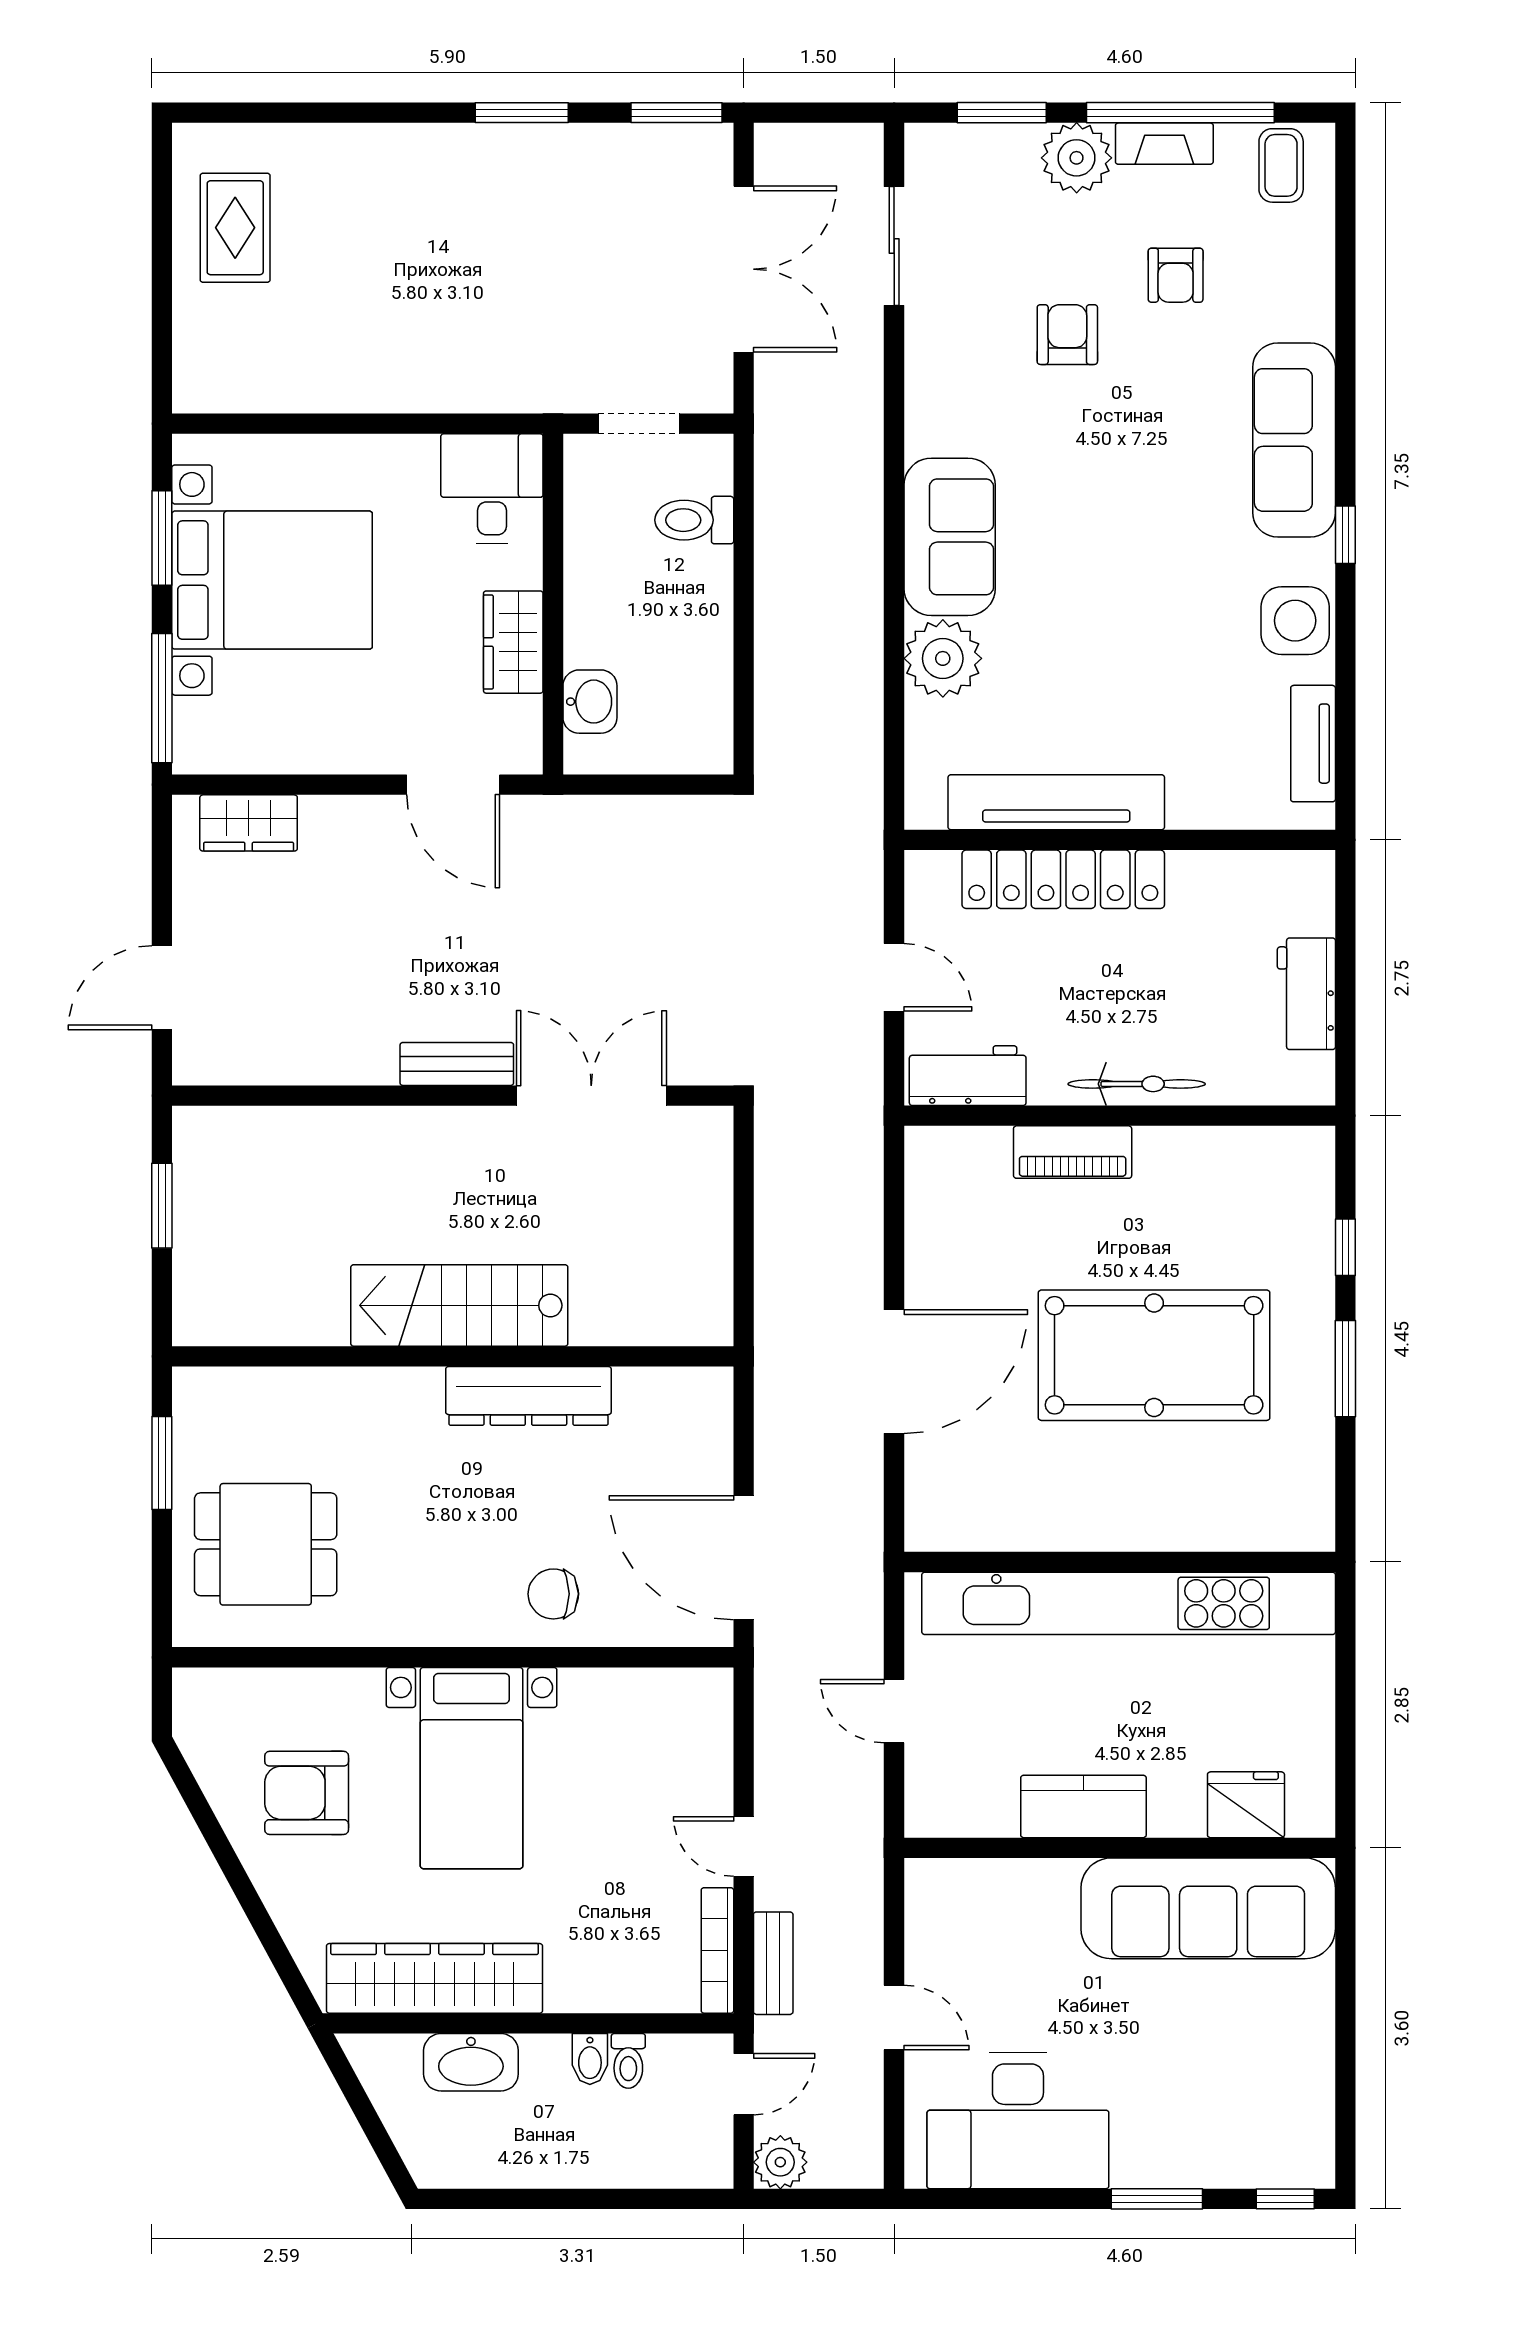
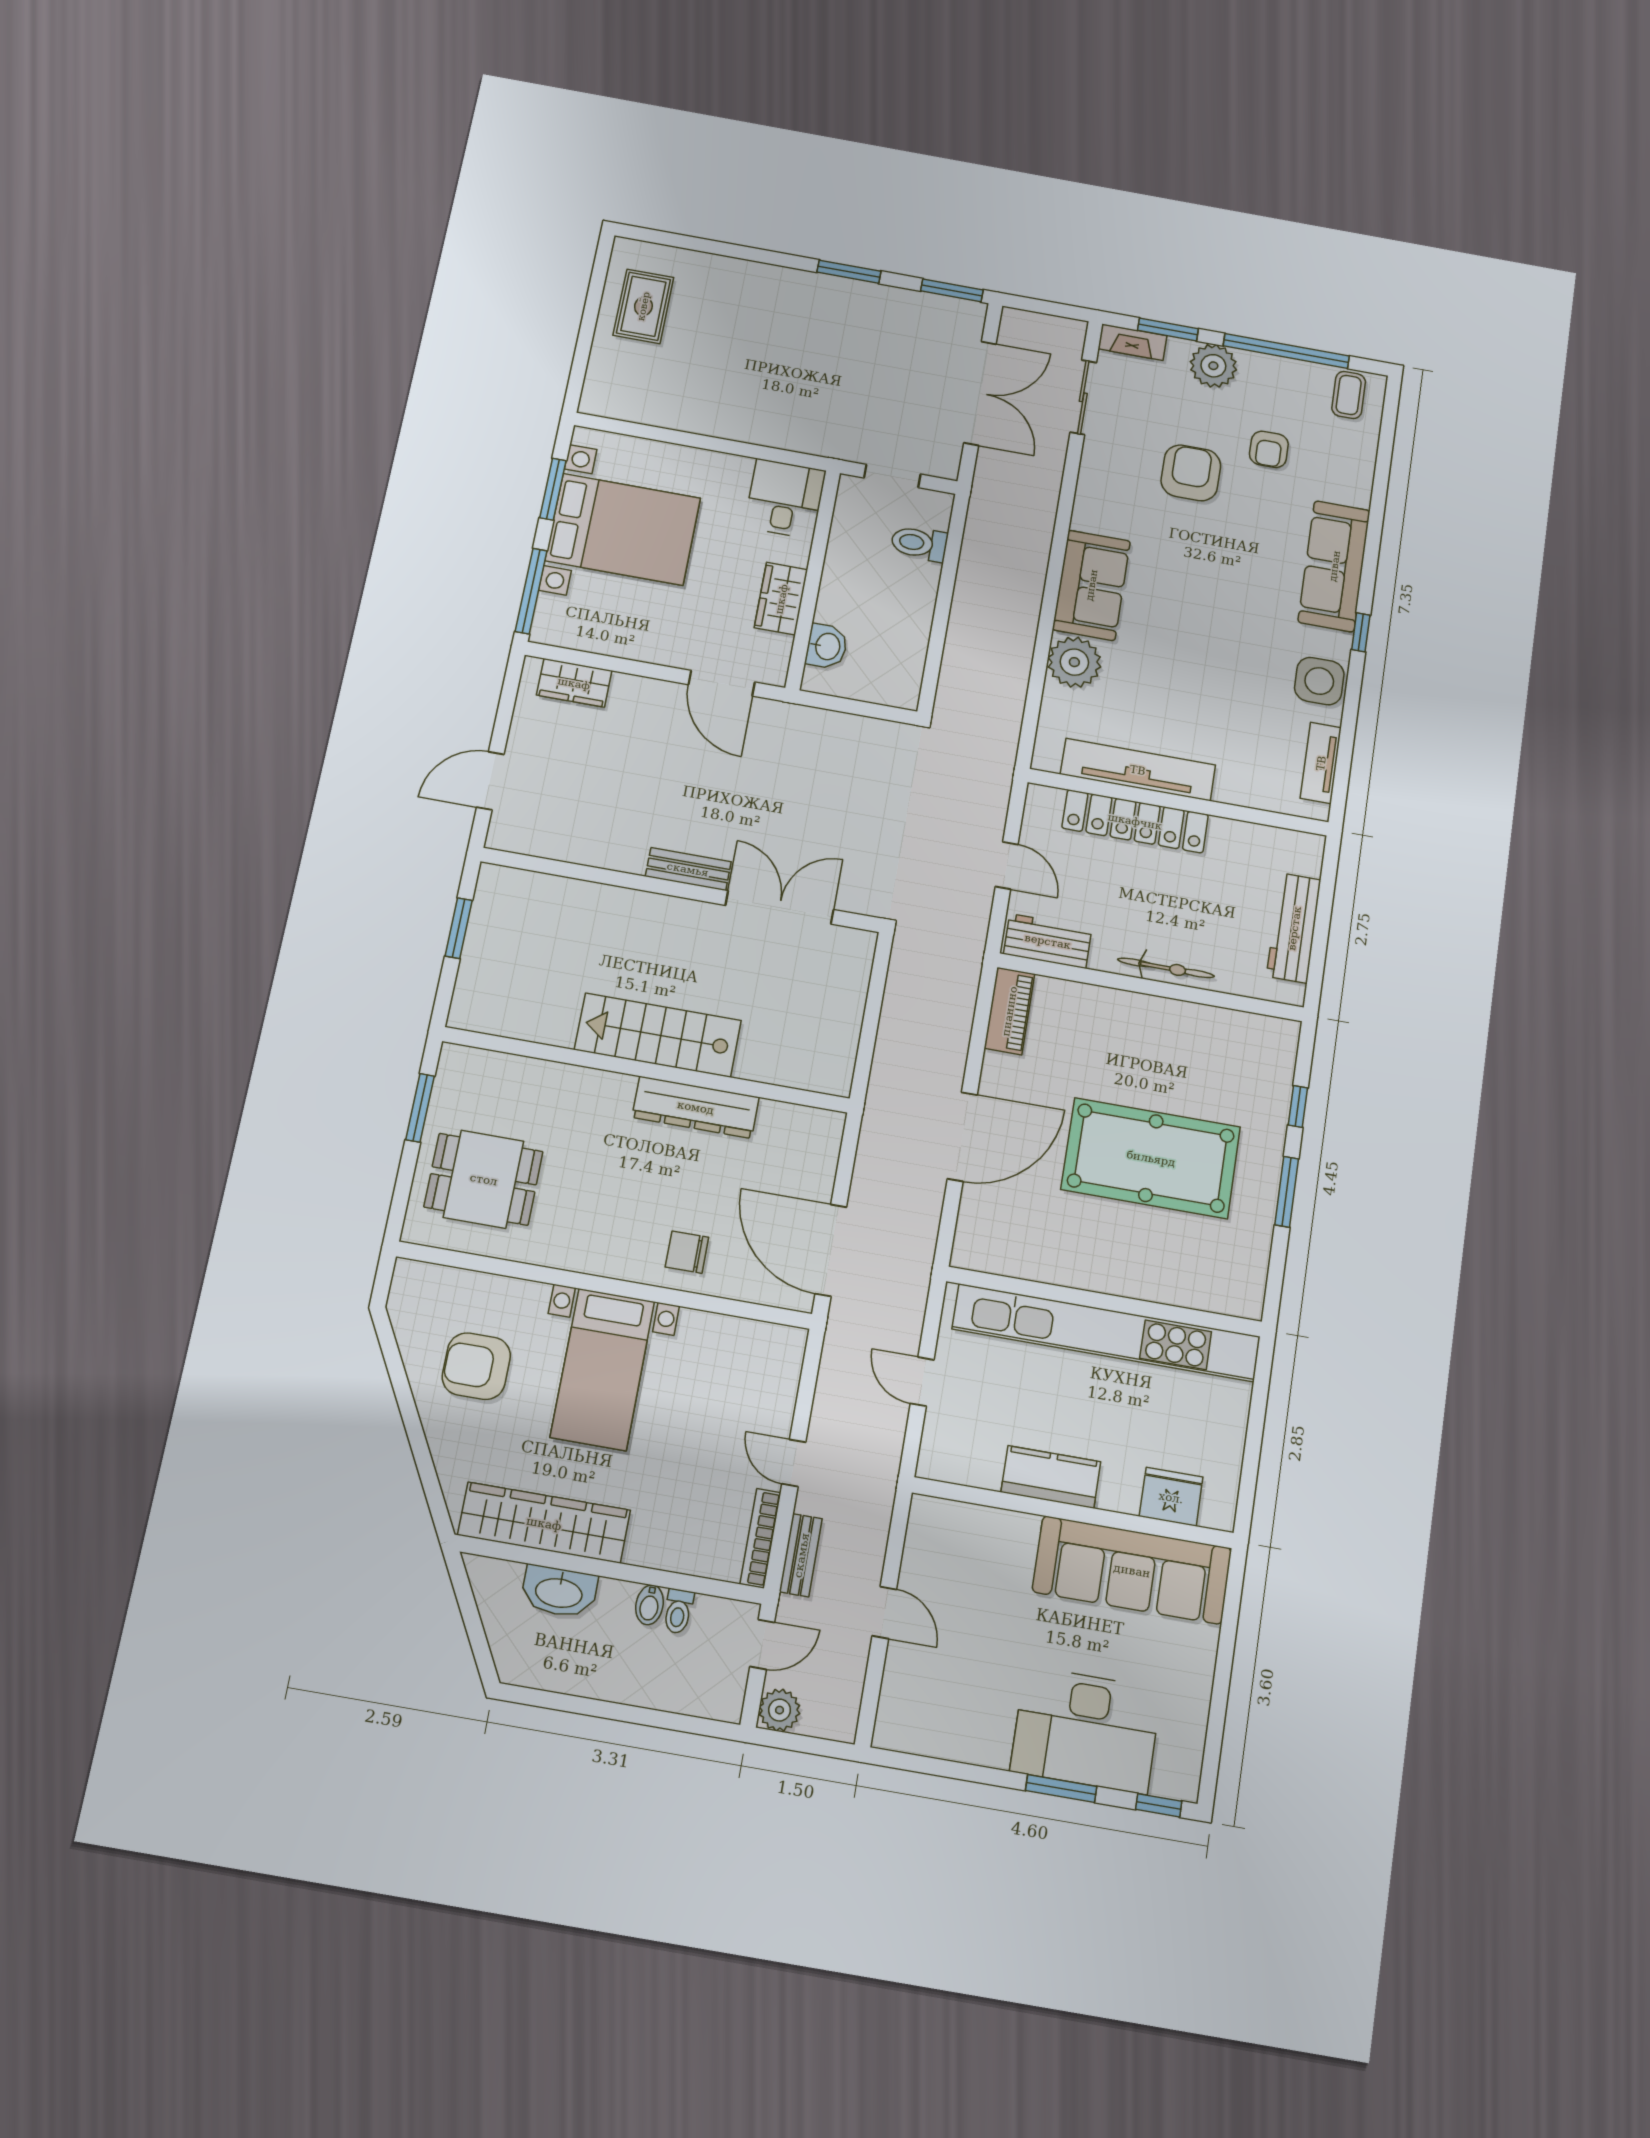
fireplace: (1164, 144) -> (1132, 342), moved
armchair: (1067, 335) -> (1191, 473), width x1.38, depth x1.38
workbench: (1306, 994) -> (1294, 928), width x1.38
piano: (1073, 1152) -> (1009, 1011), moved, turned -90
desk: (1018, 2121) -> (1086, 1730), moved

